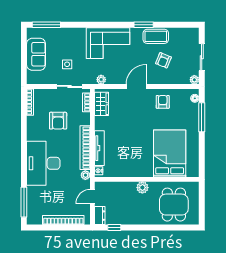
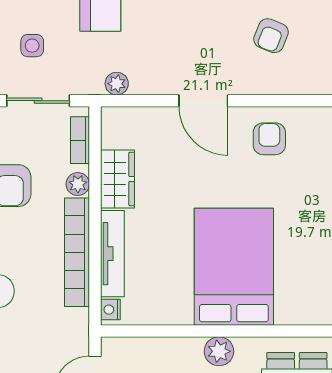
door: (136, 86) -> (203, 101), swing flipped
wardrobe: (101, 104) -> (118, 179), moved
bed: (170, 153) -> (234, 267), moved
plant: (85, 175) -> (78, 184), moved

